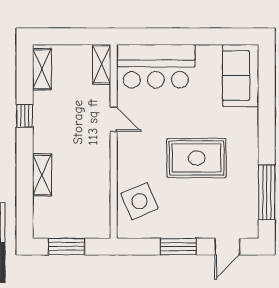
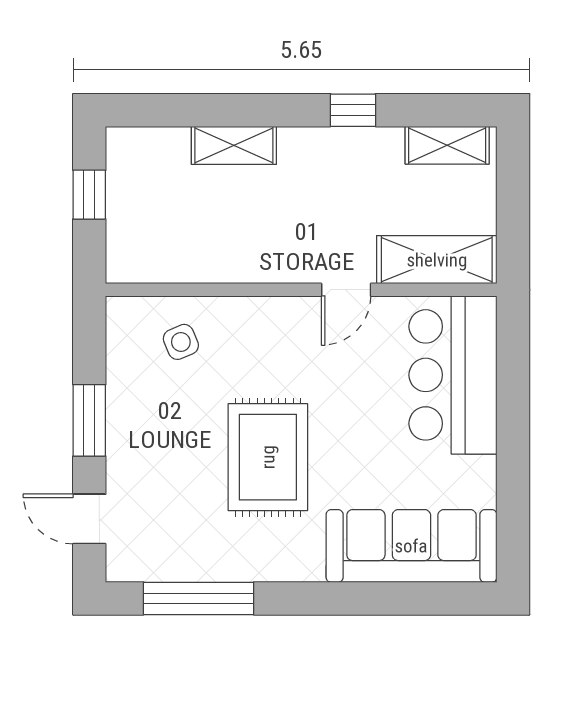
shelving: (102, 64) -> (437, 260), width x1.50, depth x1.33
sofa: (241, 76) -> (411, 546), width x1.36
side table: (139, 201) -> (181, 342), width x0.54, depth x0.54
window: (66, 247) -> (89, 195), width x0.67

